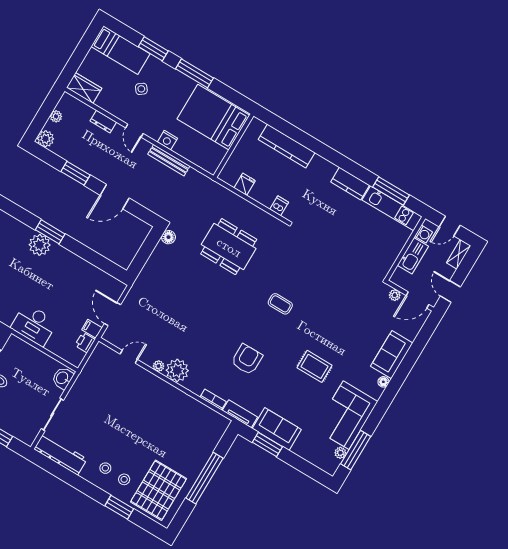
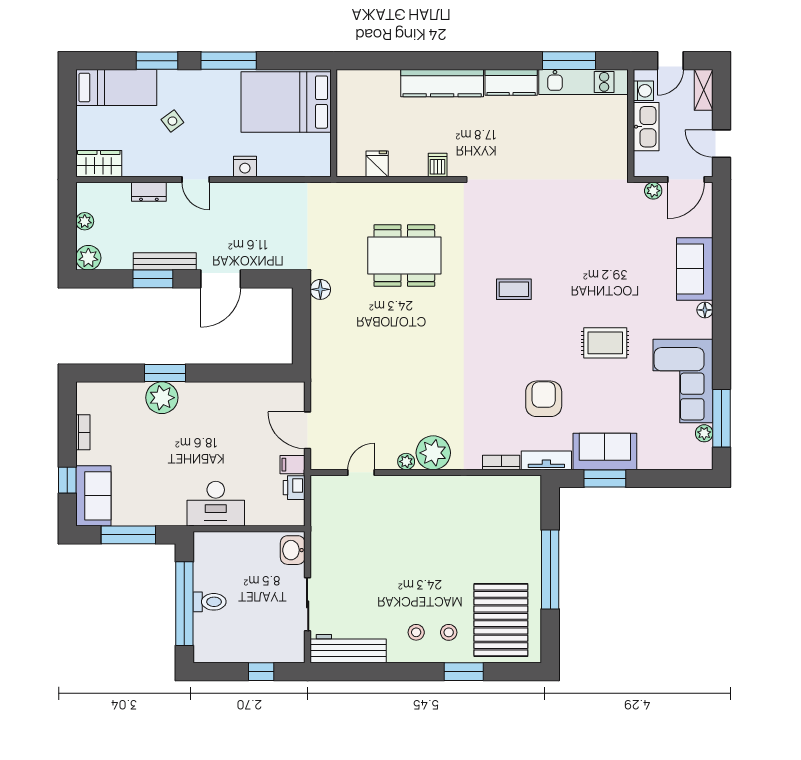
kitchen counter: (287, 146) -> (442, 83), moved
bench: (169, 160) -> (165, 261), moved
armchair: (247, 359) -> (544, 399), moved

